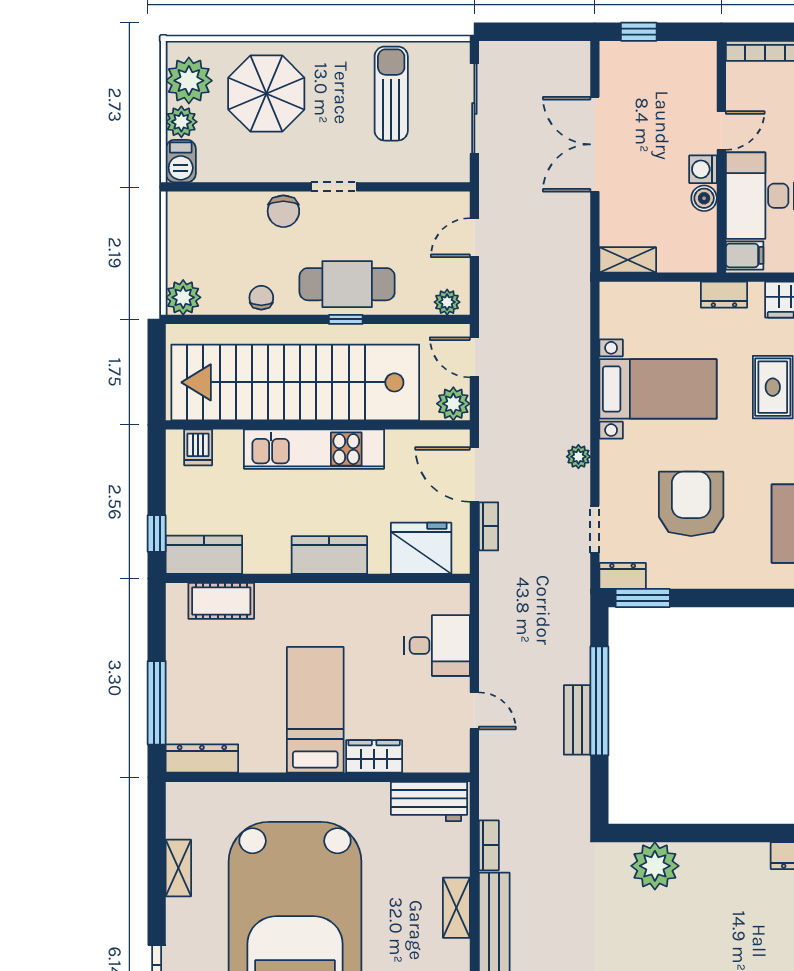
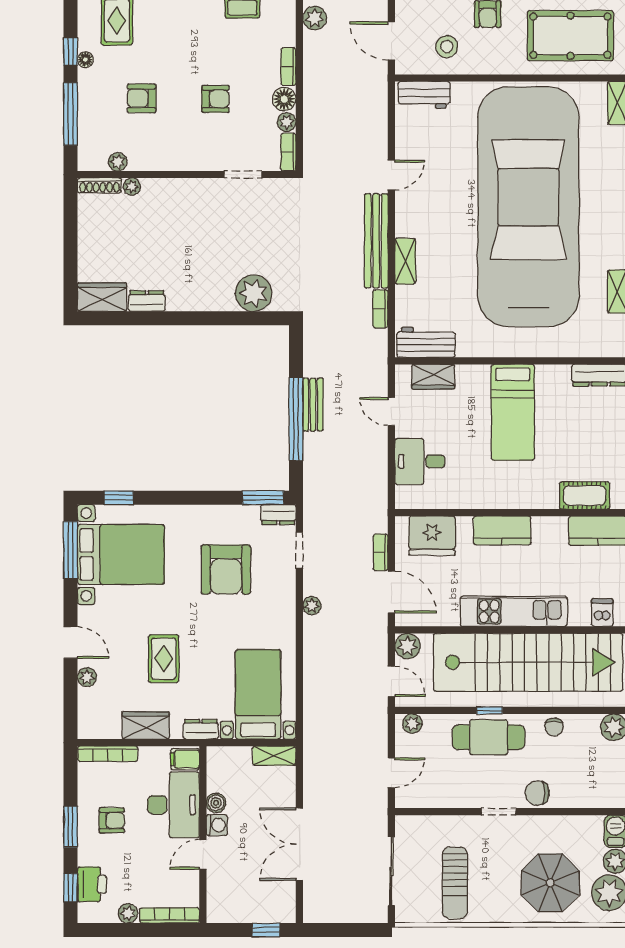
double door: (595, 144) -> (299, 844), swing flipped
chair: (283, 211) -> (537, 793), turned -90
bed with nightstands: (658, 389) -> (258, 694), moved, turned 90
wardrobe: (374, 756) -> (433, 377), moved

